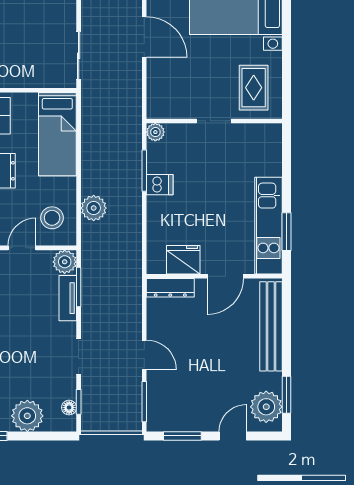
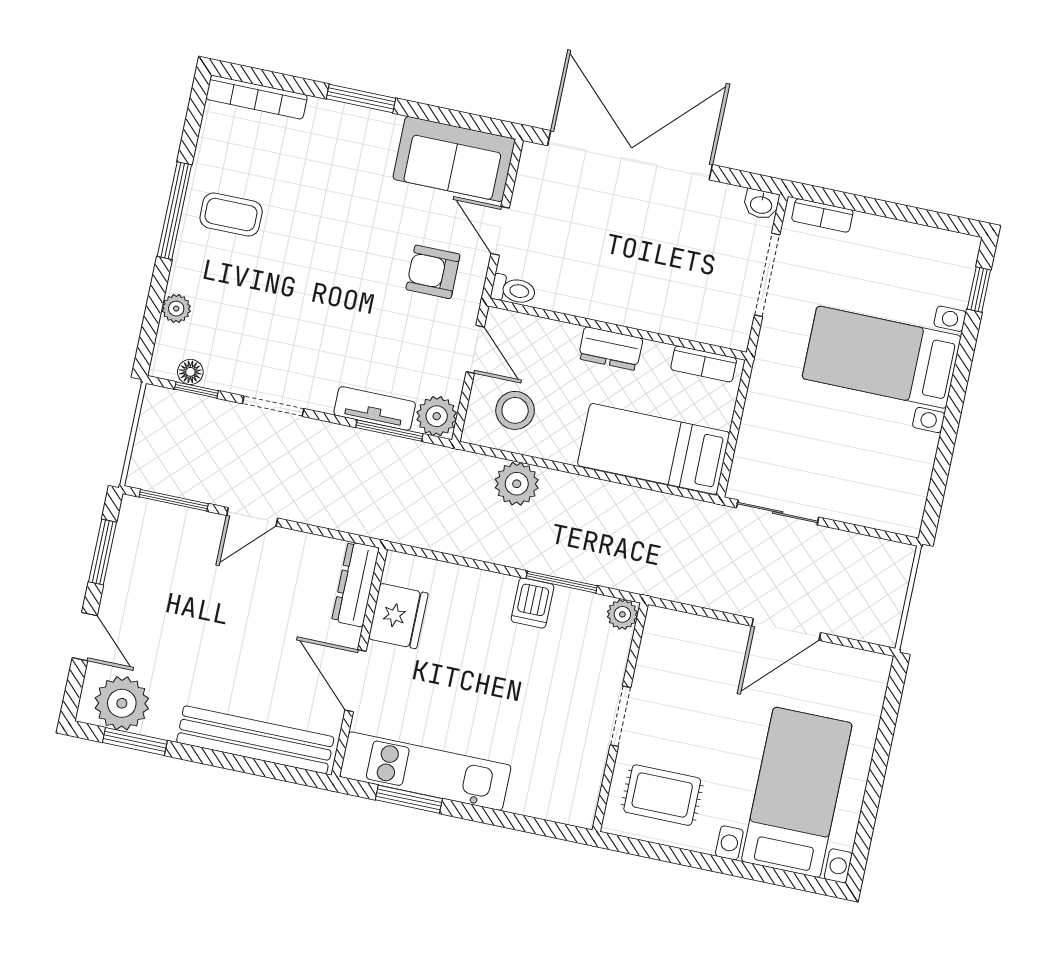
plant: (27, 416) -> (176, 309), width x0.53, depth x0.53

